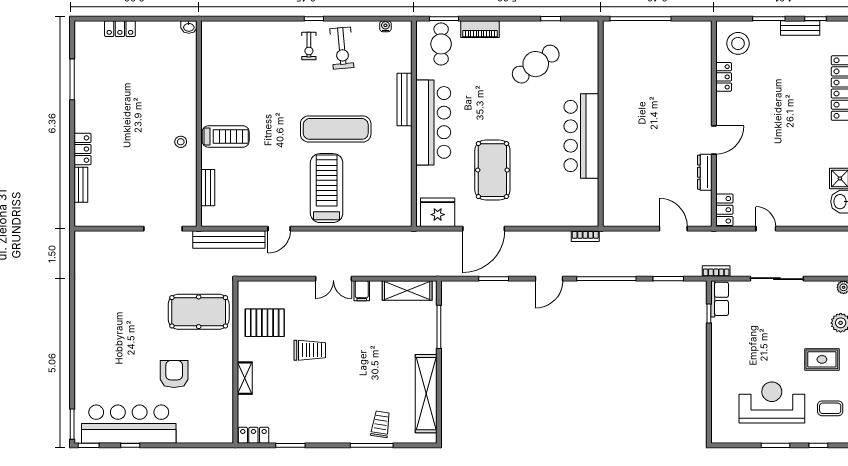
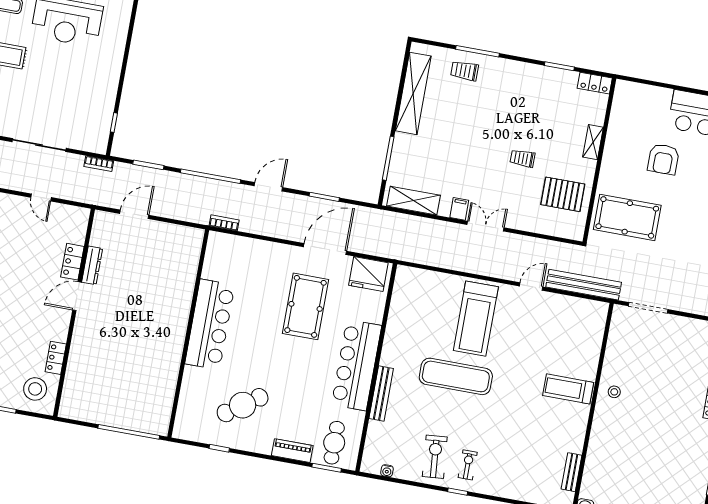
bench: (208, 188) -> (572, 472), moved
locker: (724, 210) -> (72, 262), moved
door: (673, 229) -> (134, 214), swing flipped
row of seats: (720, 299) -> (100, 135), removed
trolley: (310, 350) -> (522, 158), width x0.73, depth x0.72
trolley: (381, 424) -> (465, 71), turned 81

